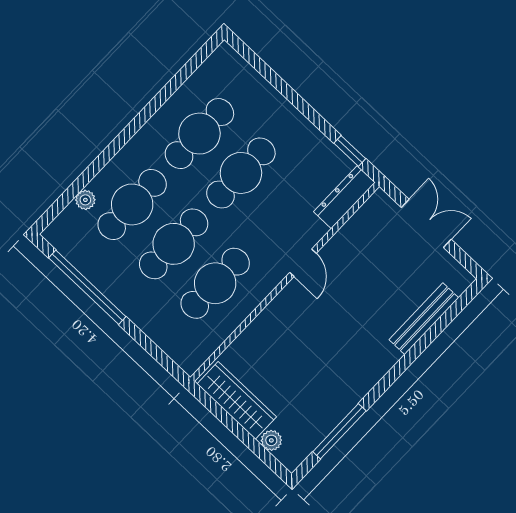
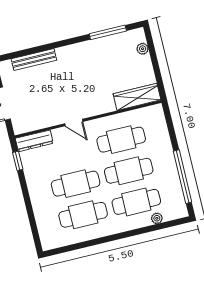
door: (303, 263) -> (74, 123), swing flipped
wardrobe: (237, 400) -> (137, 97), moved, turned 90

